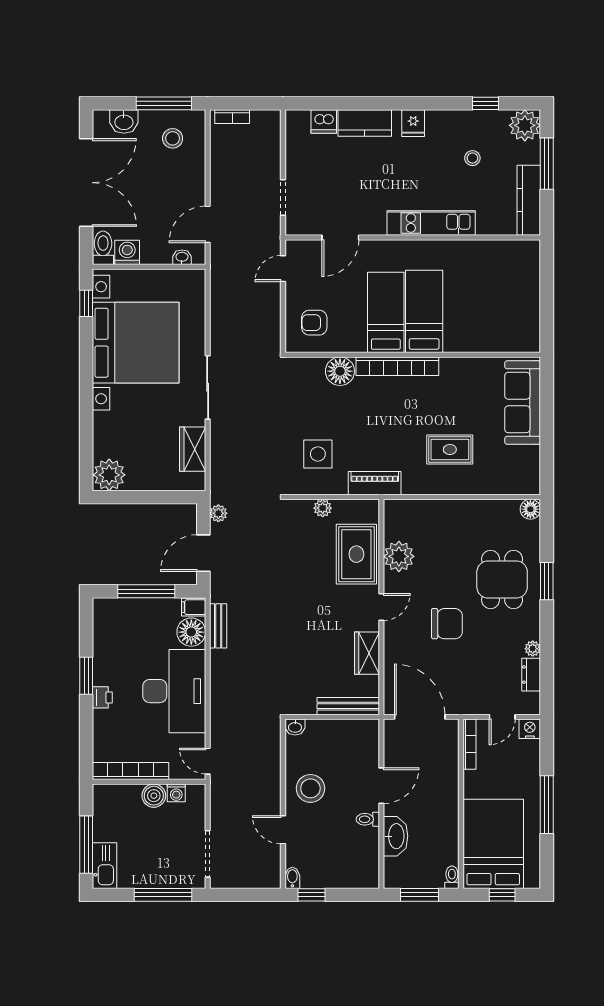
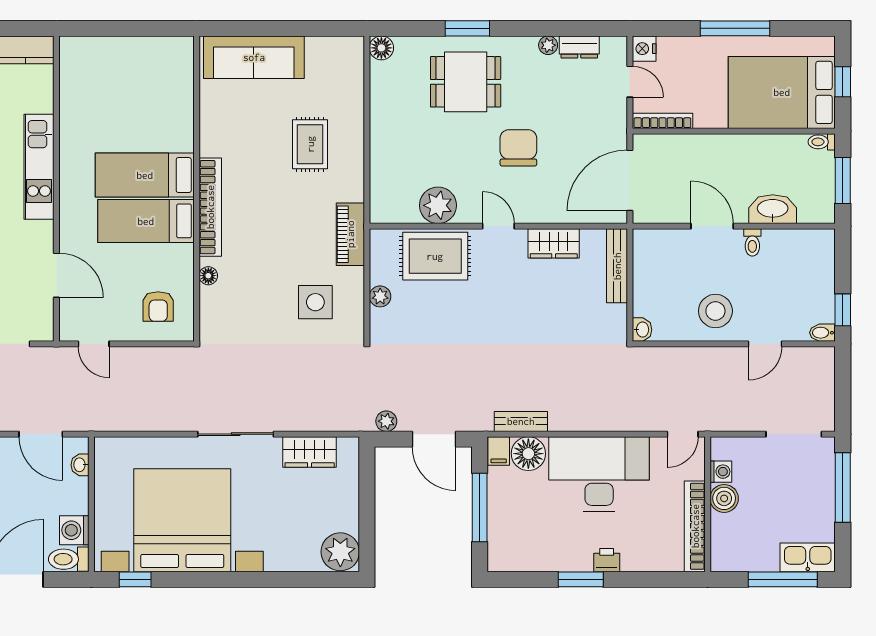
floor lamp: (340, 371) -> (208, 276), width x0.53, depth x0.53

